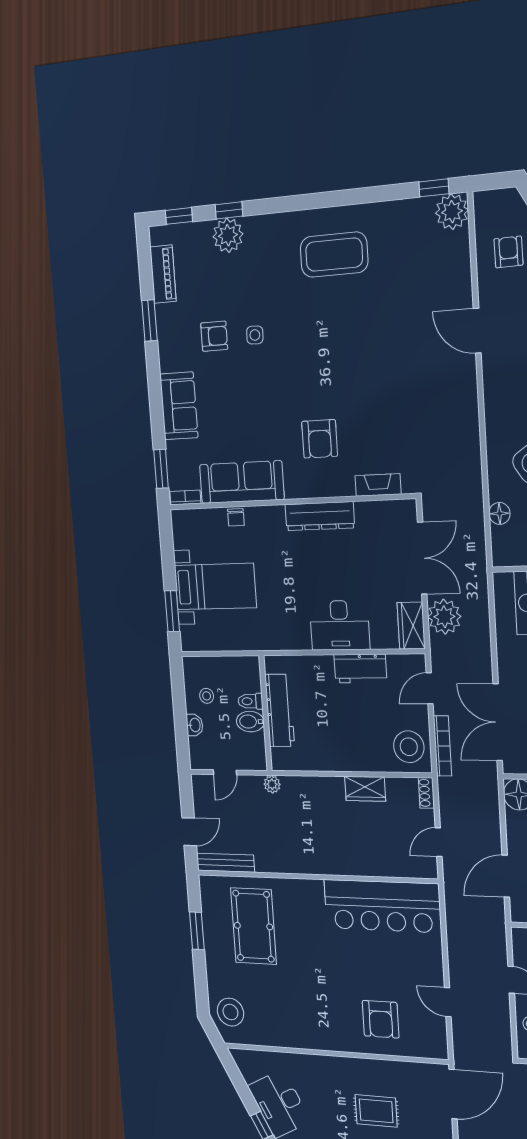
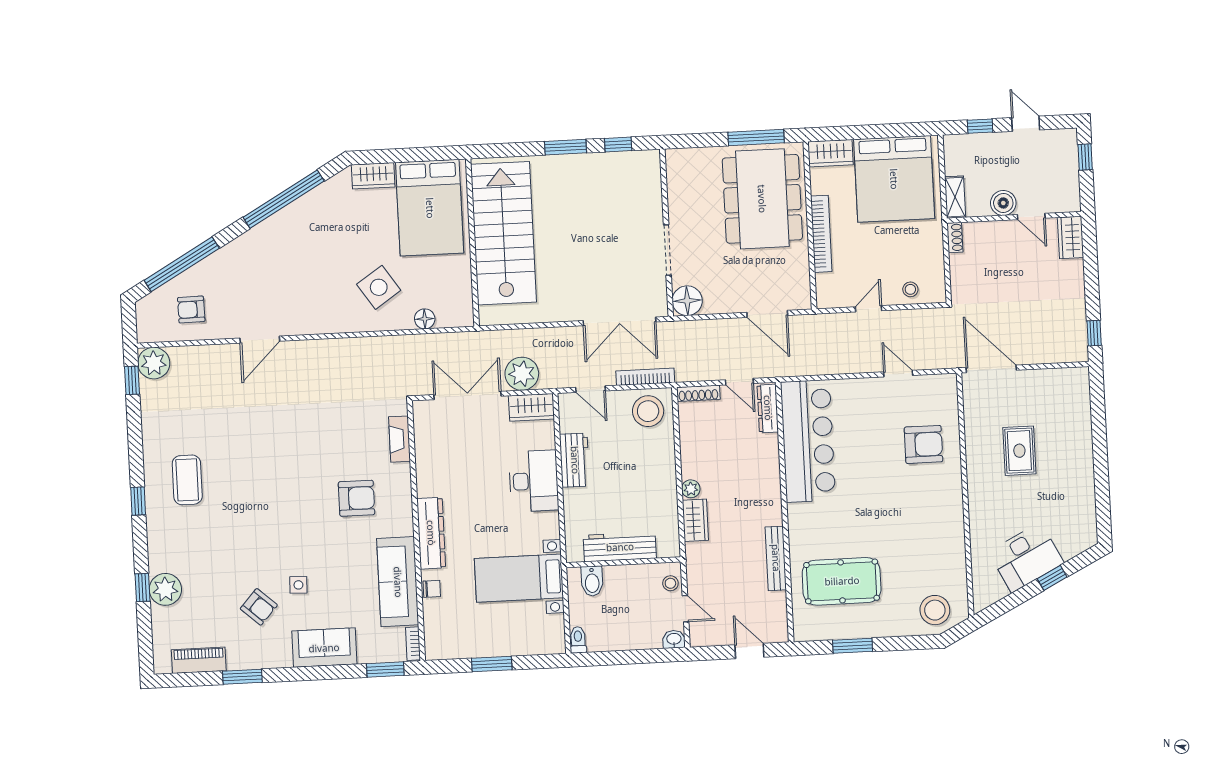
window: (179, 216) -> (138, 501), moved
coffee table: (334, 255) -> (187, 480), width x0.73, depth x0.76
side table: (255, 335) -> (298, 585), moved
armchair: (214, 336) -> (259, 607), turned 132
dresser: (320, 516) -> (431, 533), moved
bed with nightstands: (215, 586) -> (519, 578), moved, turned -90
window: (172, 611) -> (492, 664), moved
stool: (207, 696) -> (670, 583), moved
toilet: (250, 701) -> (578, 640), moved, turned 180
bidet: (250, 722) -> (592, 581), moved
washbasin: (195, 725) -> (674, 639), moved
plant: (272, 784) -> (691, 489), moved
wardrobe: (365, 789) -> (695, 520), moved
shoe rack: (426, 793) -> (698, 393), width x1.43
bench: (226, 863) -> (776, 558), moved
dresser: (413, 869) -> (768, 408), added
door: (448, 1002) -> (898, 374), swing flipped

